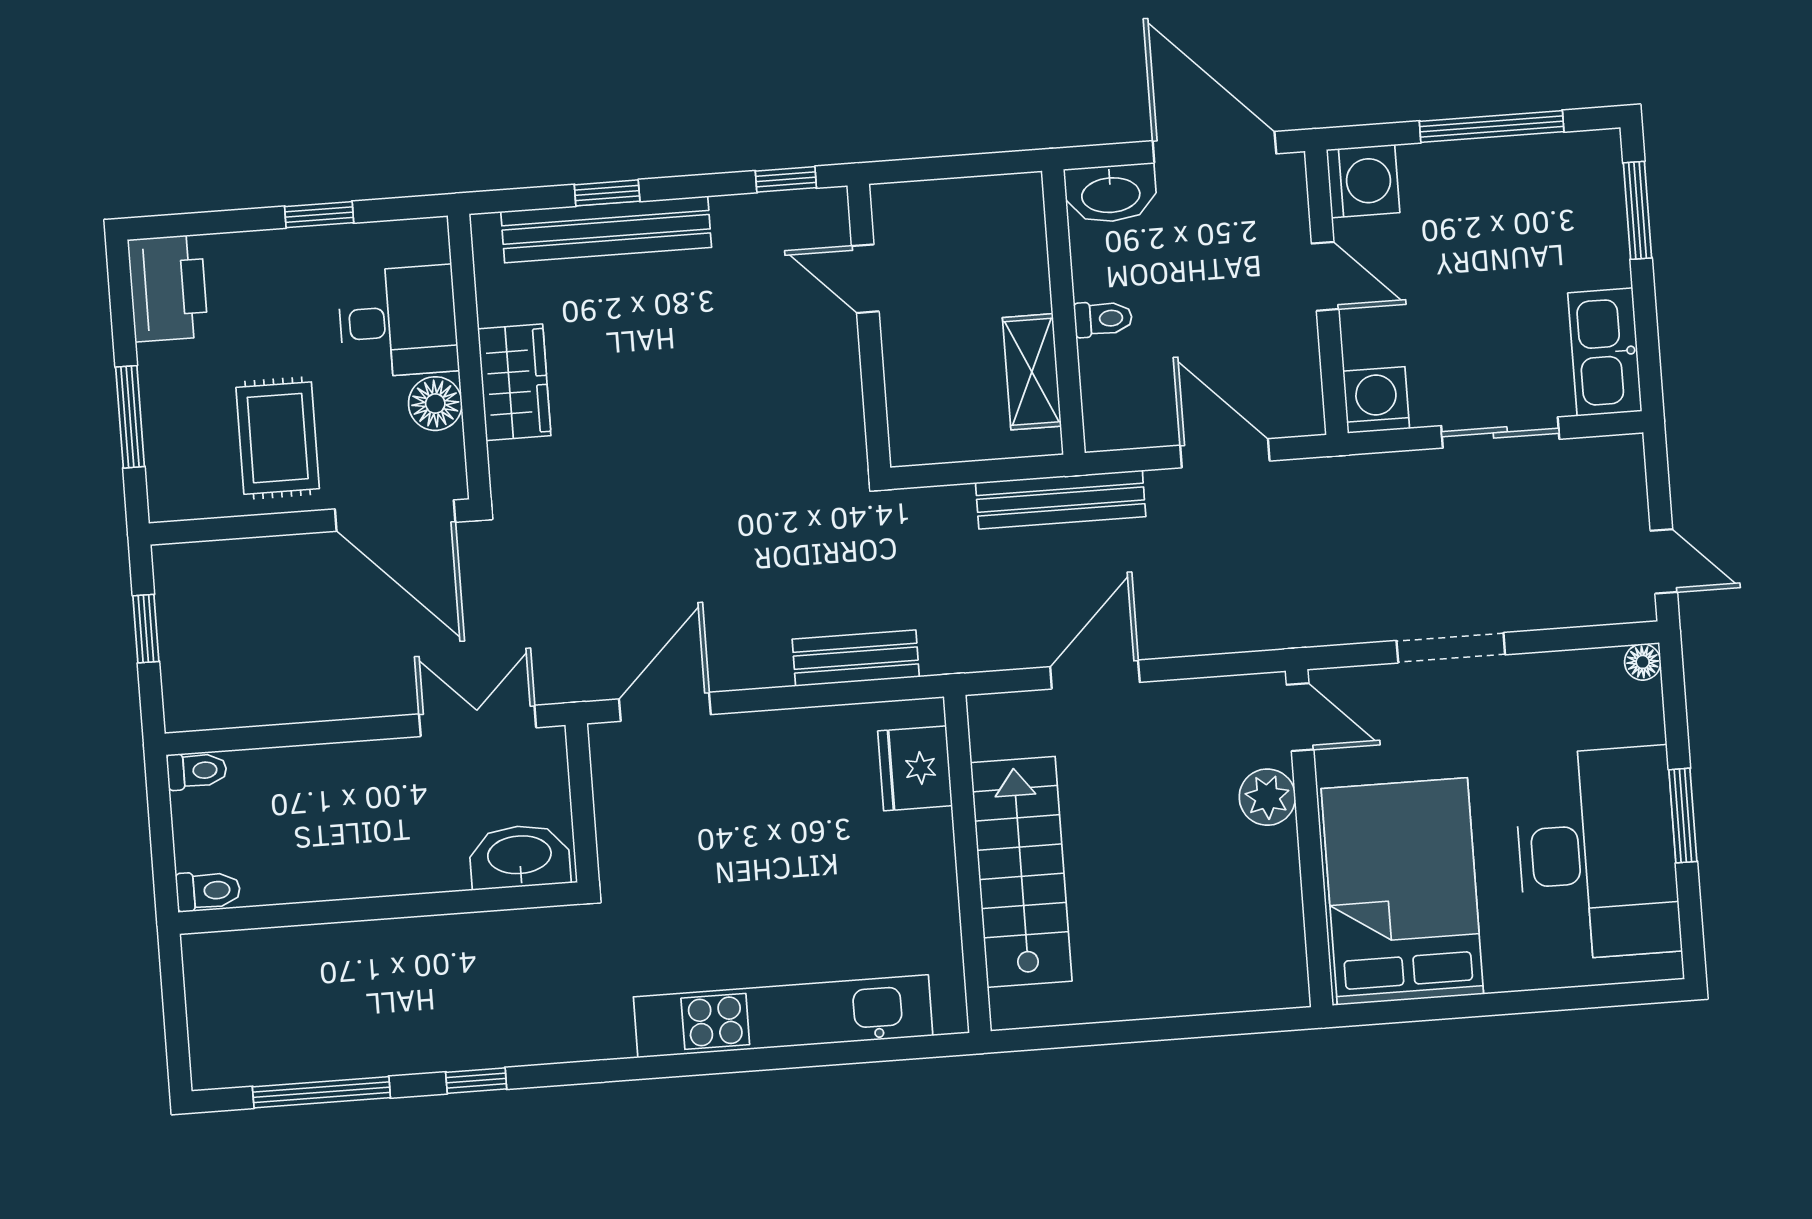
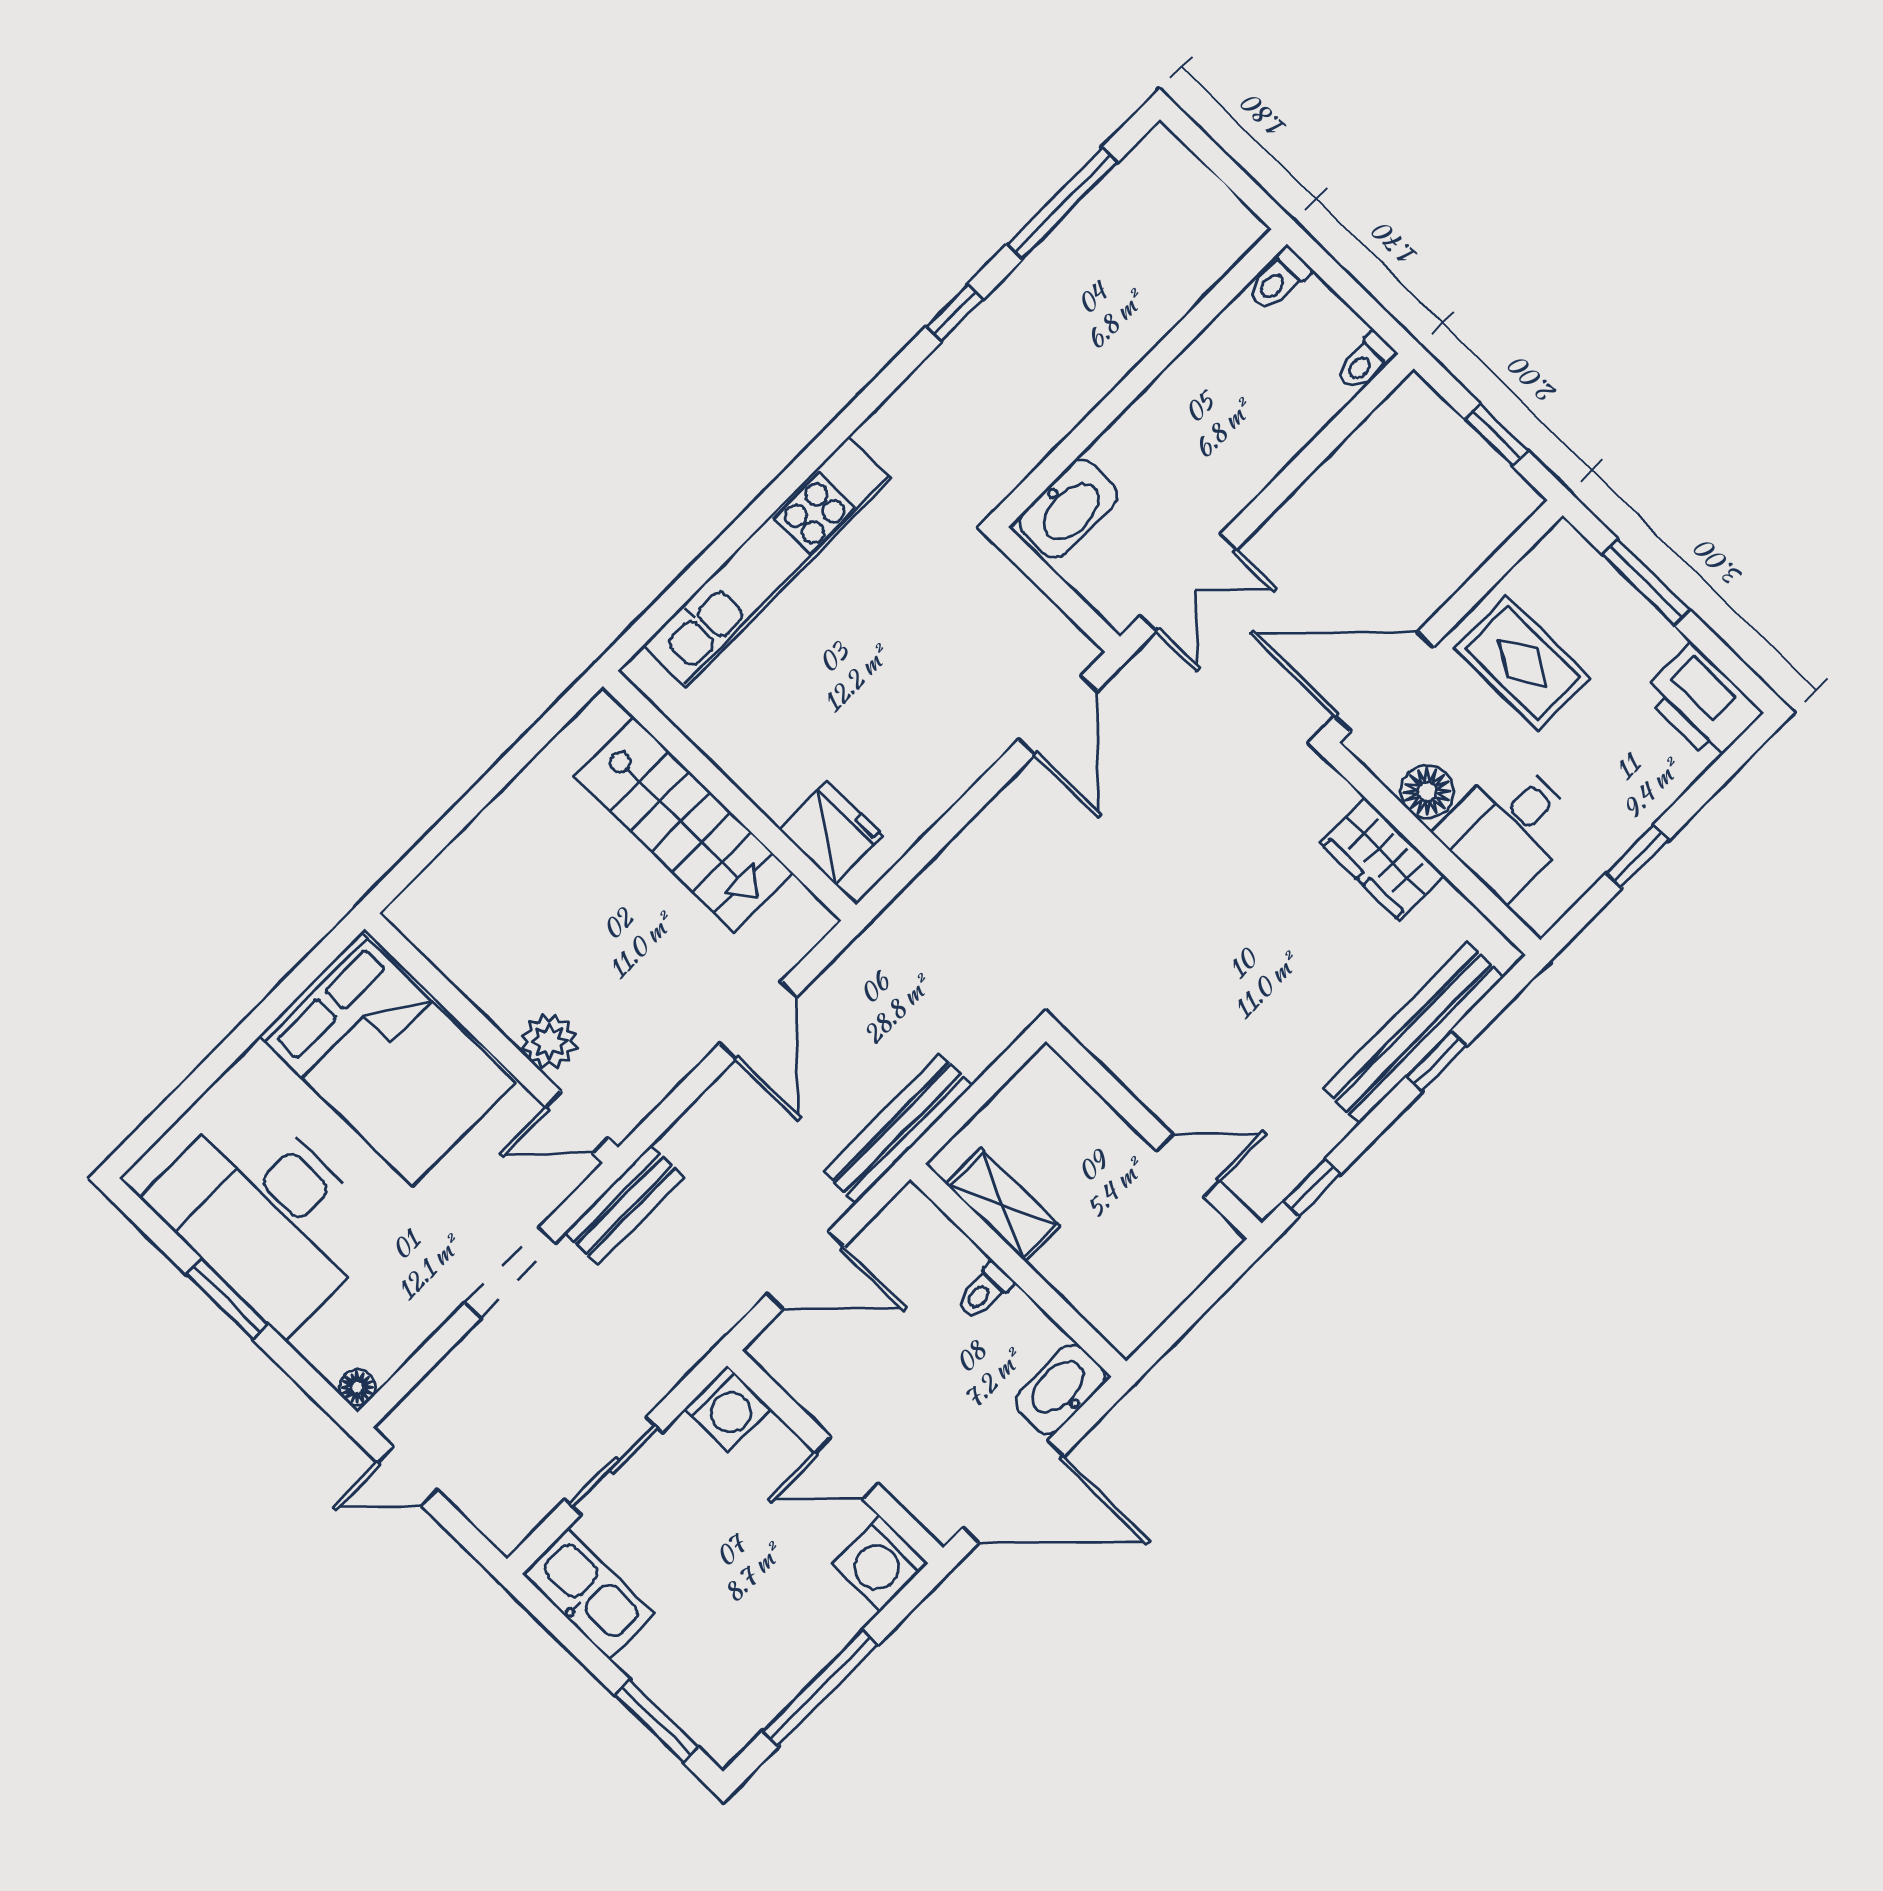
bench: (856, 658) -> (624, 1205), moved

